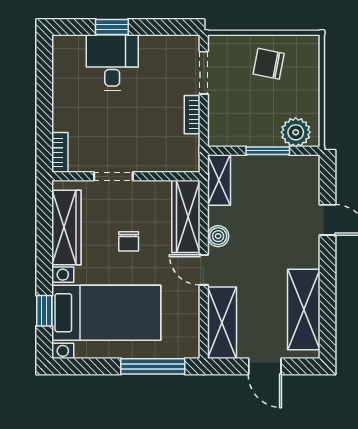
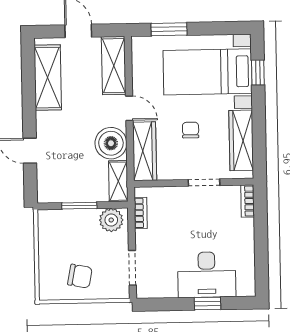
desk: (112, 63) -> (207, 275), width x1.37
bookcase: (192, 115) -> (141, 213), moved
plant: (296, 132) -> (111, 220), moved
boiler: (218, 236) -> (111, 143), width x1.86, depth x1.86
window: (153, 366) -> (169, 29), width x0.69

